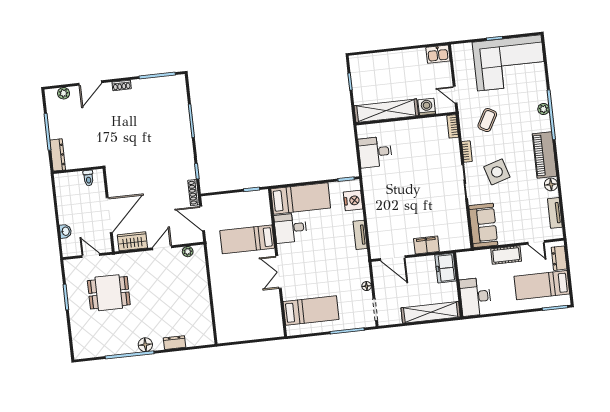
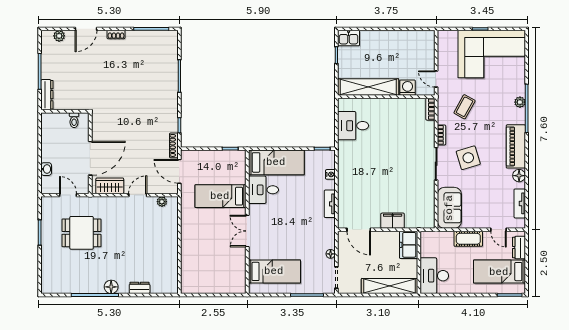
kitchen sink: (438, 54) -> (349, 38), moved
nightstand: (353, 201) -> (330, 174), width x0.53, depth x0.56

